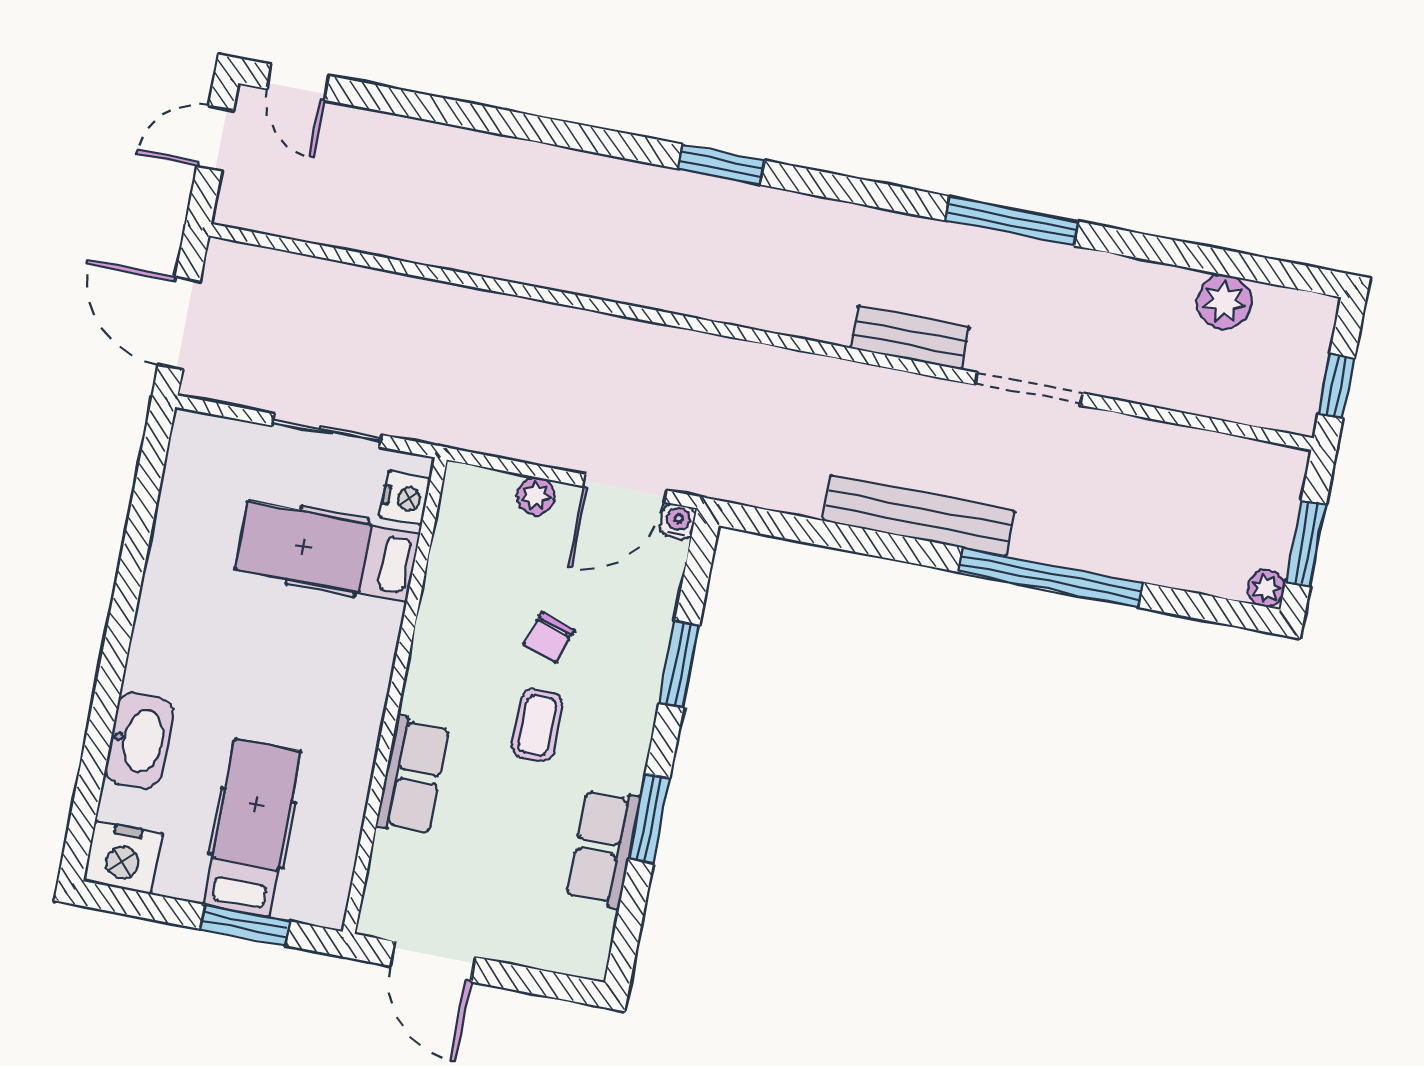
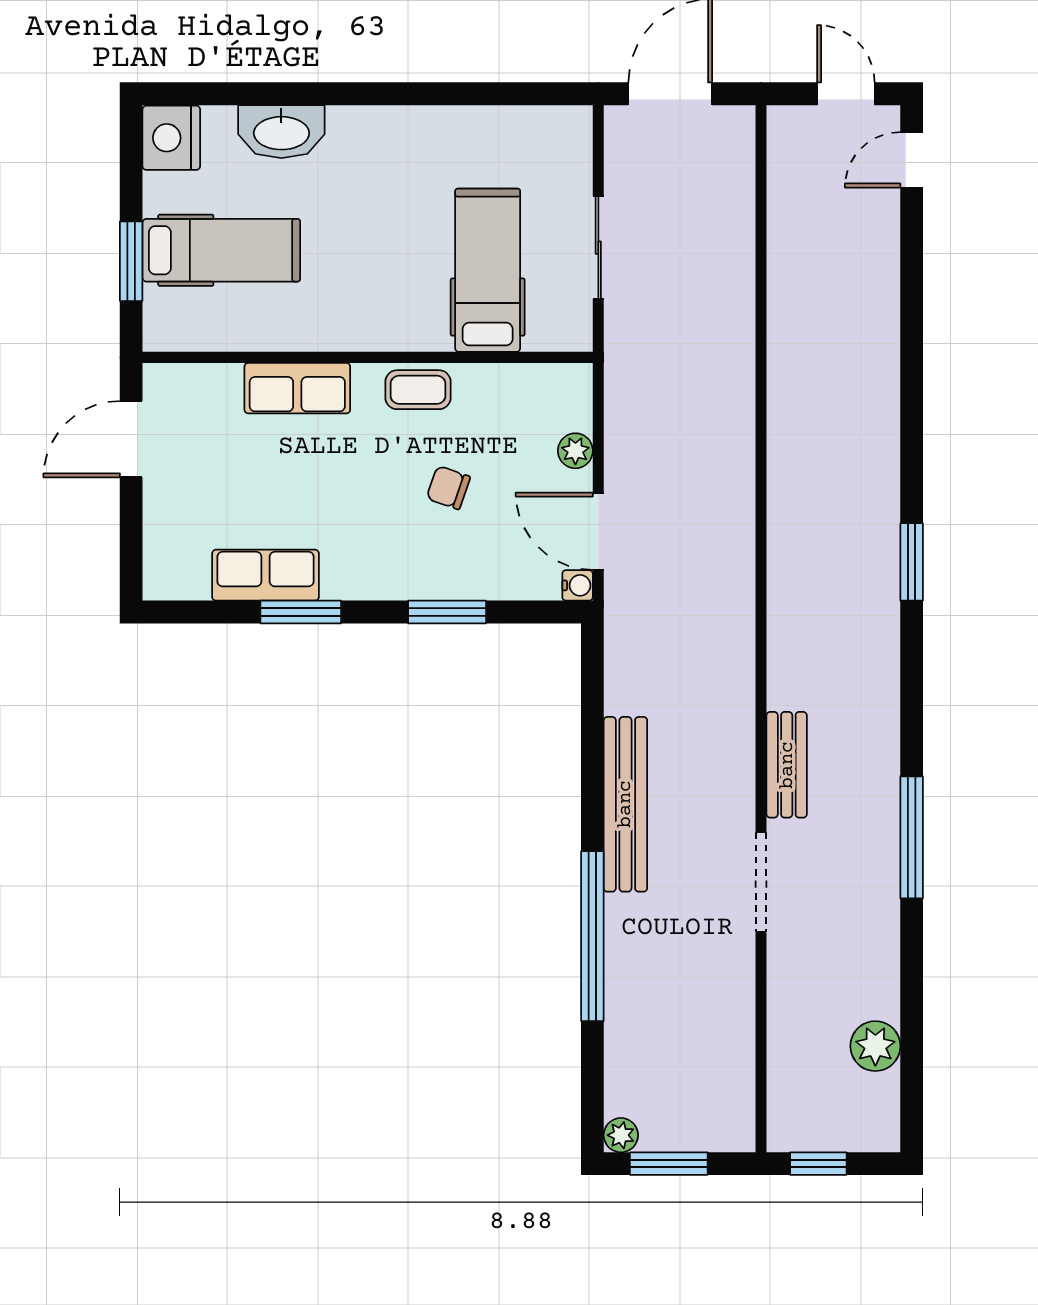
nightstand: (405, 498) -> (550, 332), removed
coffee table: (537, 725) -> (418, 390), moved

